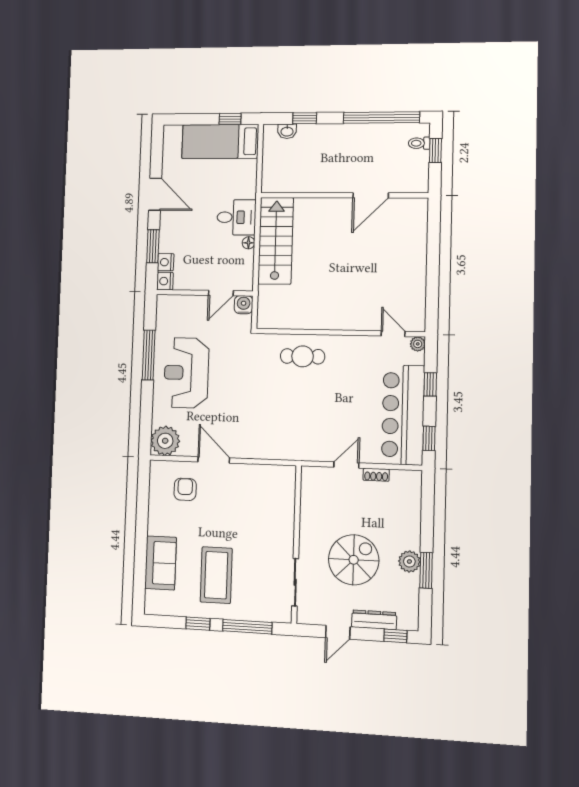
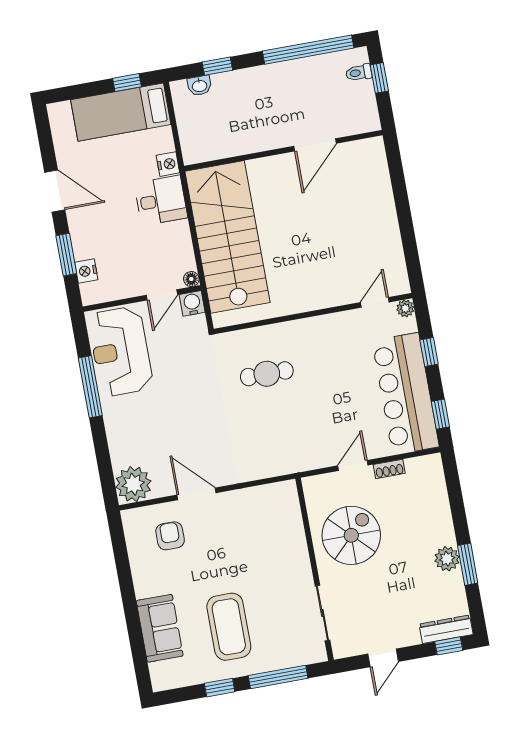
stairs: (276, 241) -> (227, 237), width x1.36, depth x1.51
floor lamp: (249, 243) -> (191, 279), moved
nightstand: (165, 281) -> (168, 164), moved, turned 180
door: (393, 334) -> (375, 302), hinge flipped
cafe table: (303, 356) -> (267, 374), moved
reception desk: (186, 373) -> (120, 351), moved
spiral stairs: (354, 560) -> (351, 535), moved
dresser: (374, 620) -> (446, 629), moved

